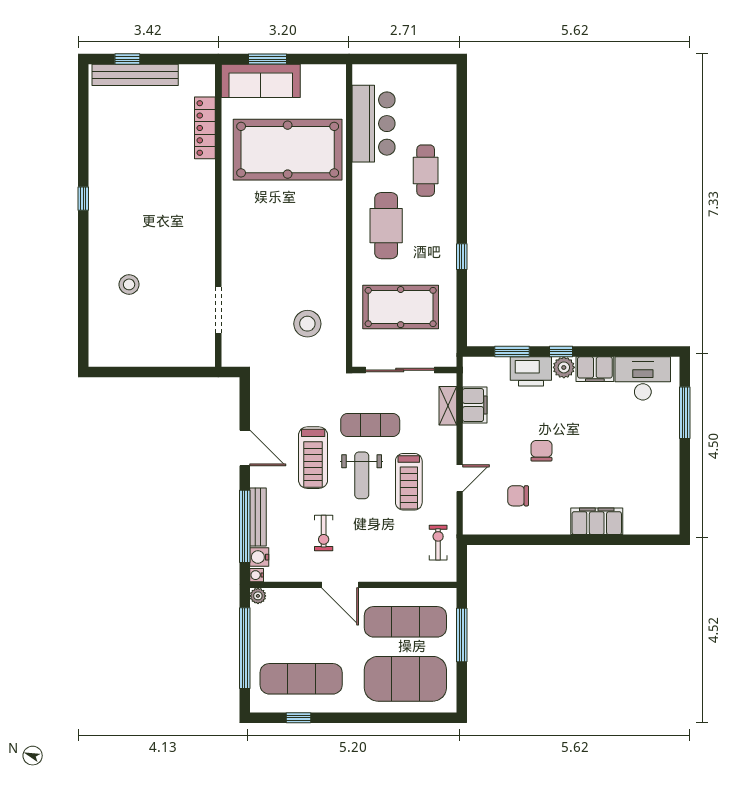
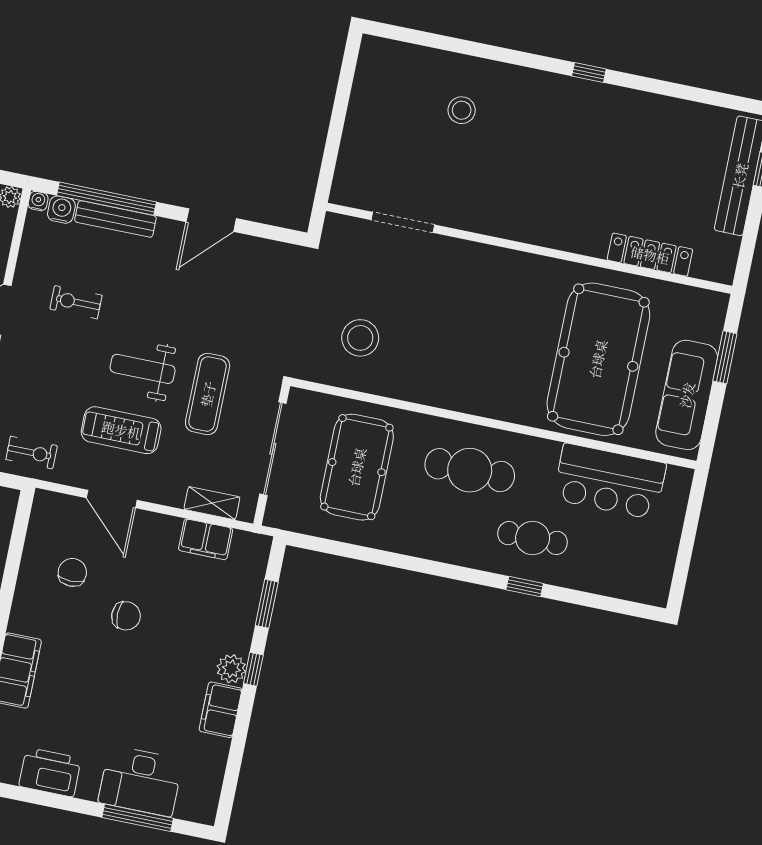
sofa: (261, 81) -> (687, 395), moved
window: (462, 257) -> (525, 587), moved
printer: (531, 371) -> (50, 772), moved, turned 90
desk: (643, 378) -> (140, 781), moved, turned 90
treadmill: (313, 458) -> (180, 309), removed
door: (460, 478) -> (112, 499), width x1.38

